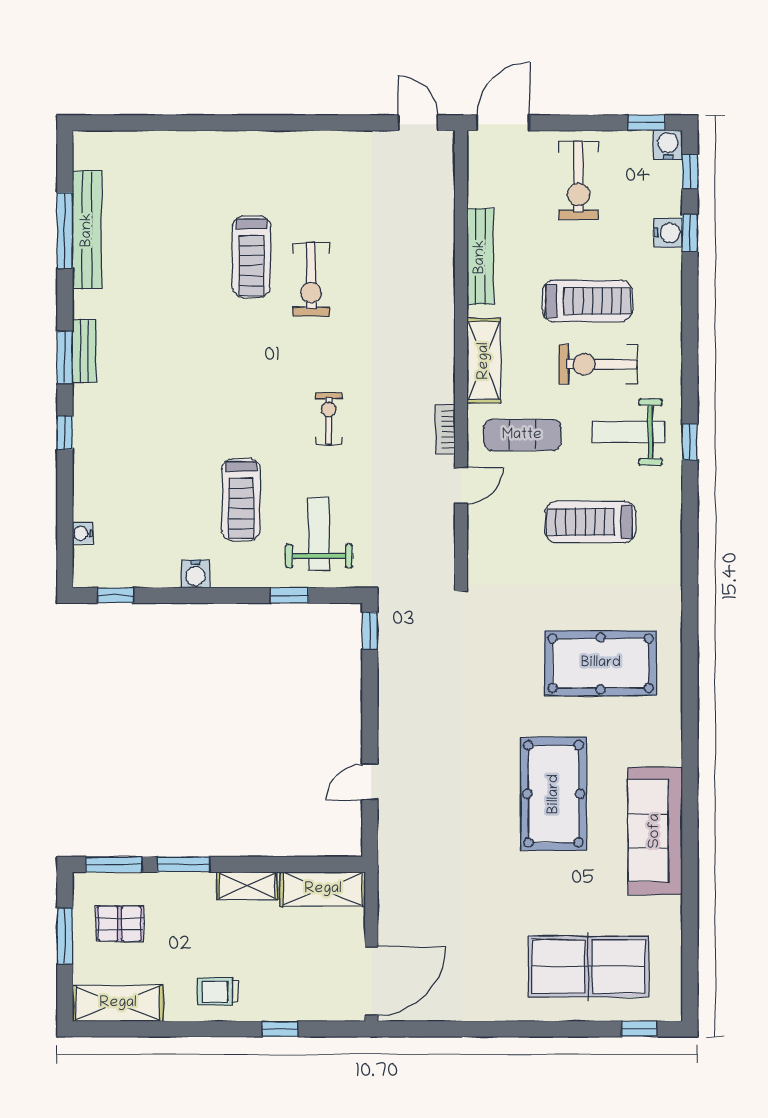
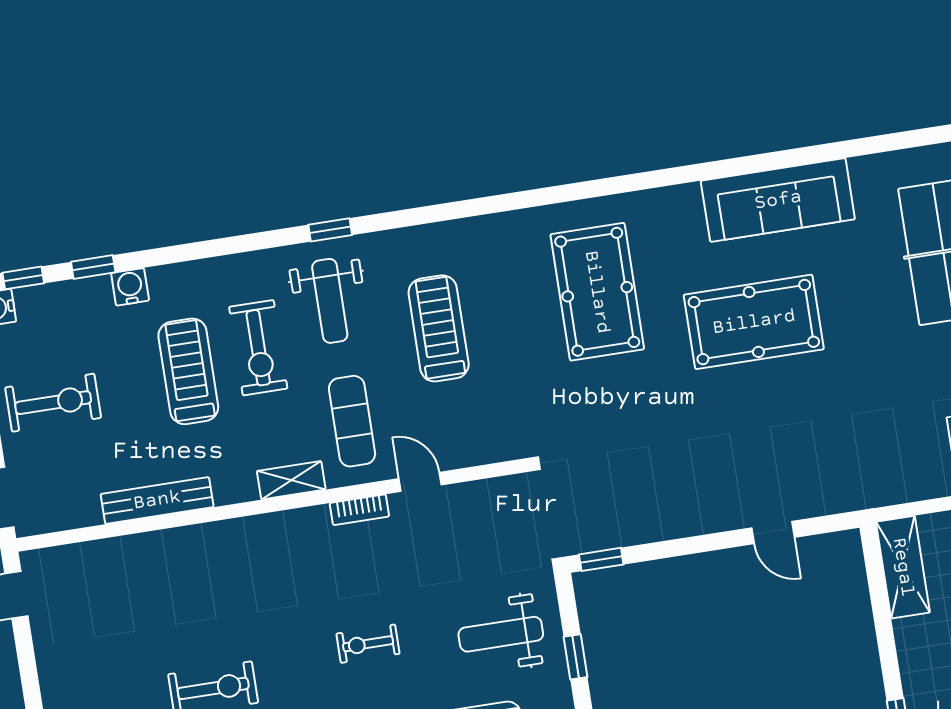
water cooler: (668, 233) -> (130, 287), moved
shelving: (484, 361) -> (291, 480), width x0.67, depth x0.75
treadmill: (590, 522) -> (439, 328), turned 180
shelving: (247, 886) -> (912, 653), removed

